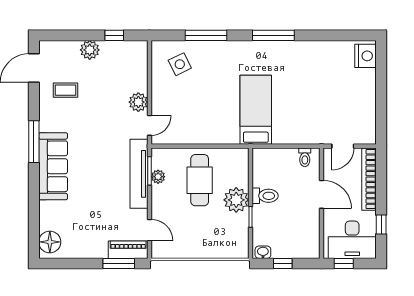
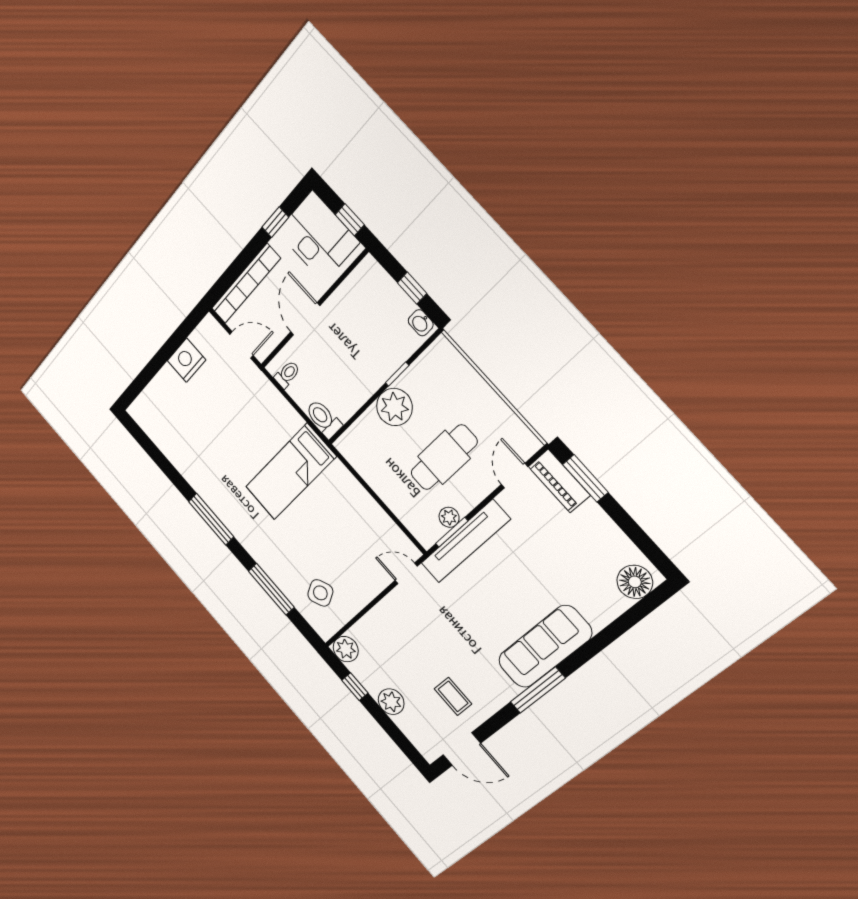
nightstand: (365, 56) -> (186, 360), moved
plant: (138, 102) -> (346, 649), moved
cafe table: (200, 180) -> (444, 457), moved
toilet: (265, 196) -> (324, 419), moved

